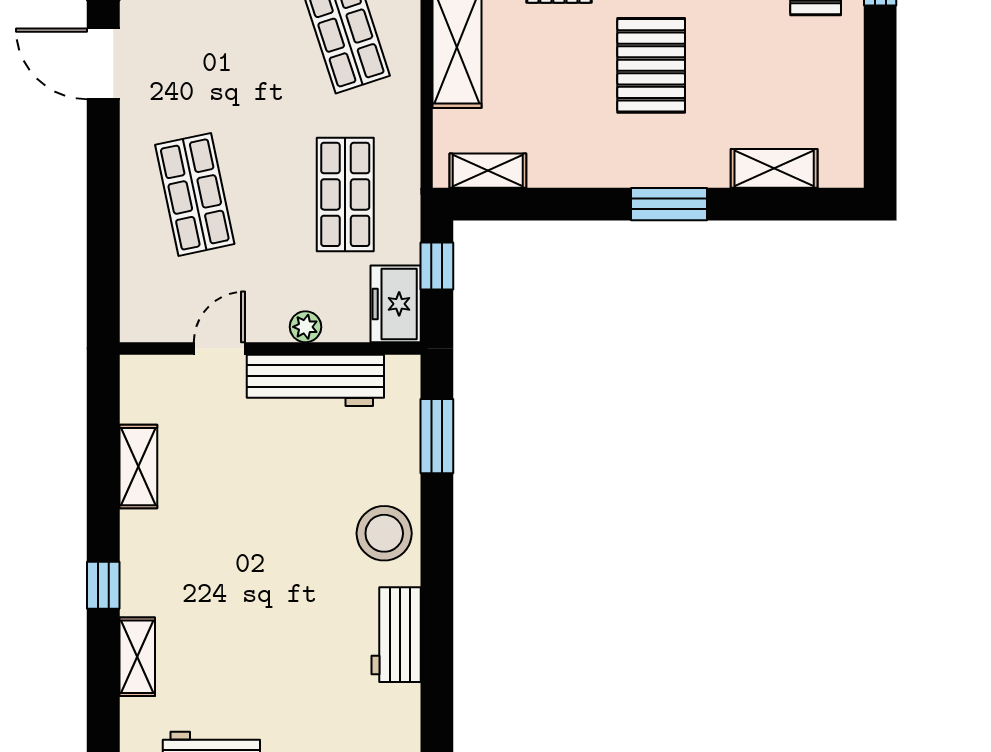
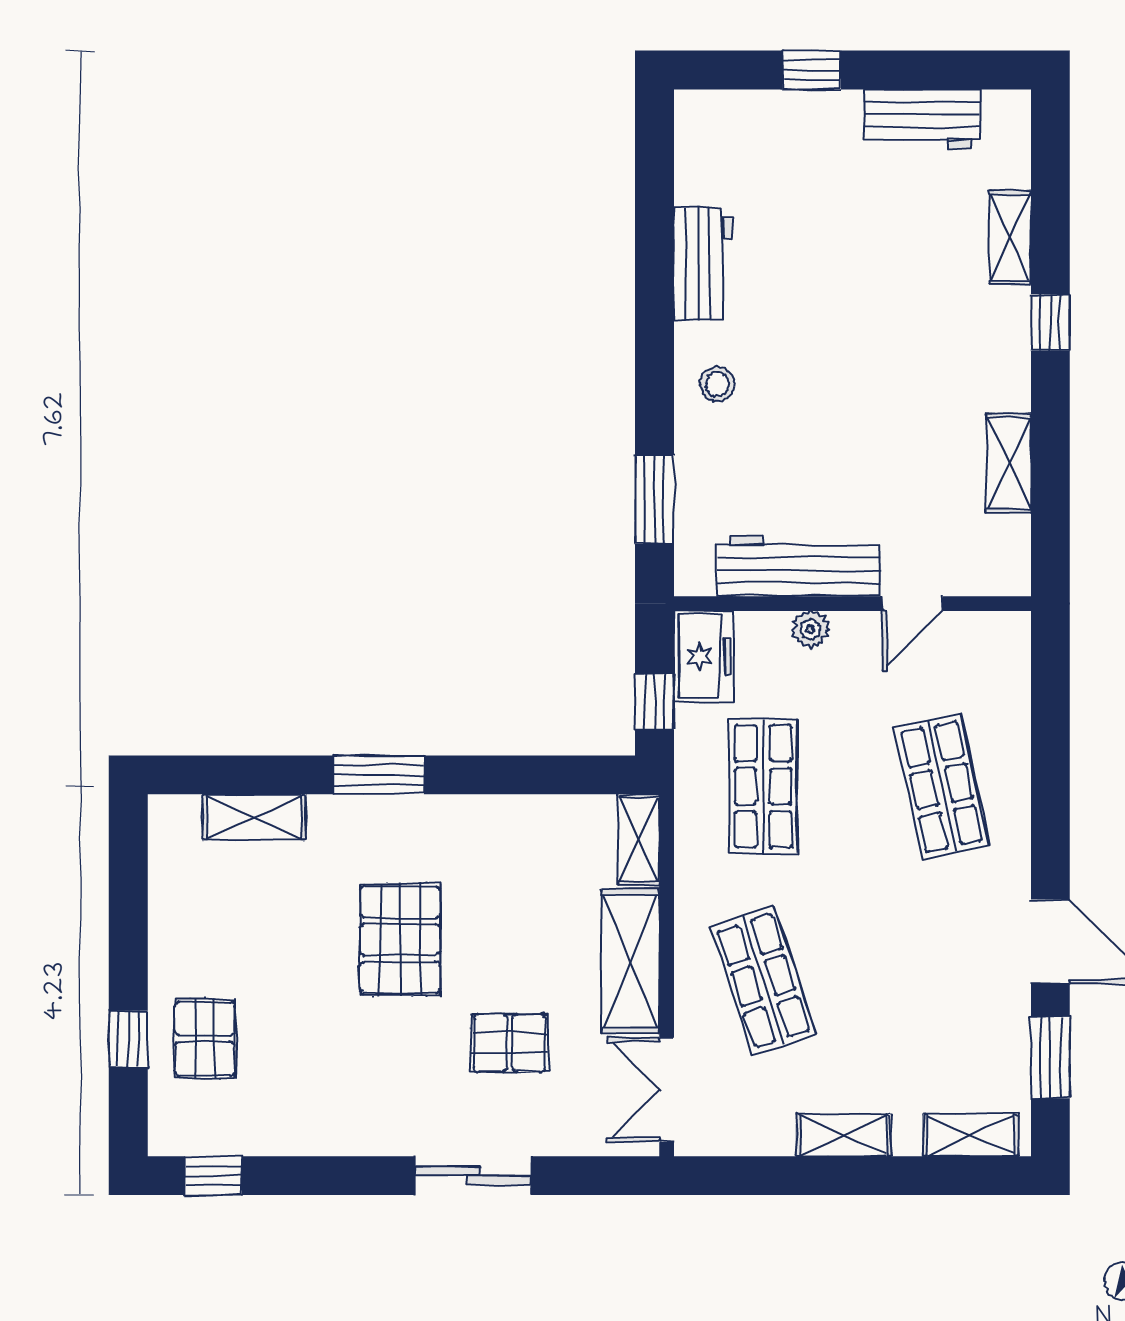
shelving: (488, 171) -> (639, 840), moved, turned 90
stool: (384, 533) -> (717, 384), width x0.53, depth x0.53

